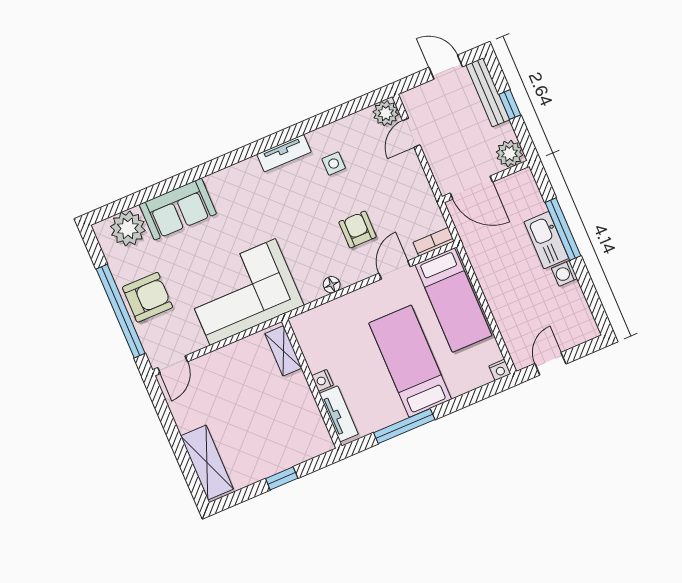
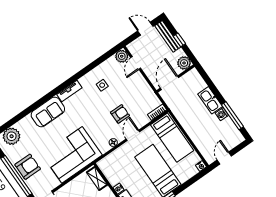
tv unit: (284, 153) -> (69, 91), moved
door: (471, 188) -> (169, 83), swing flipped
sofa: (178, 209) -> (48, 112), moved
armchair: (358, 229) -> (120, 114), turned 90
window: (563, 229) -> (232, 116), moved
door: (395, 270) -> (133, 135), moved

